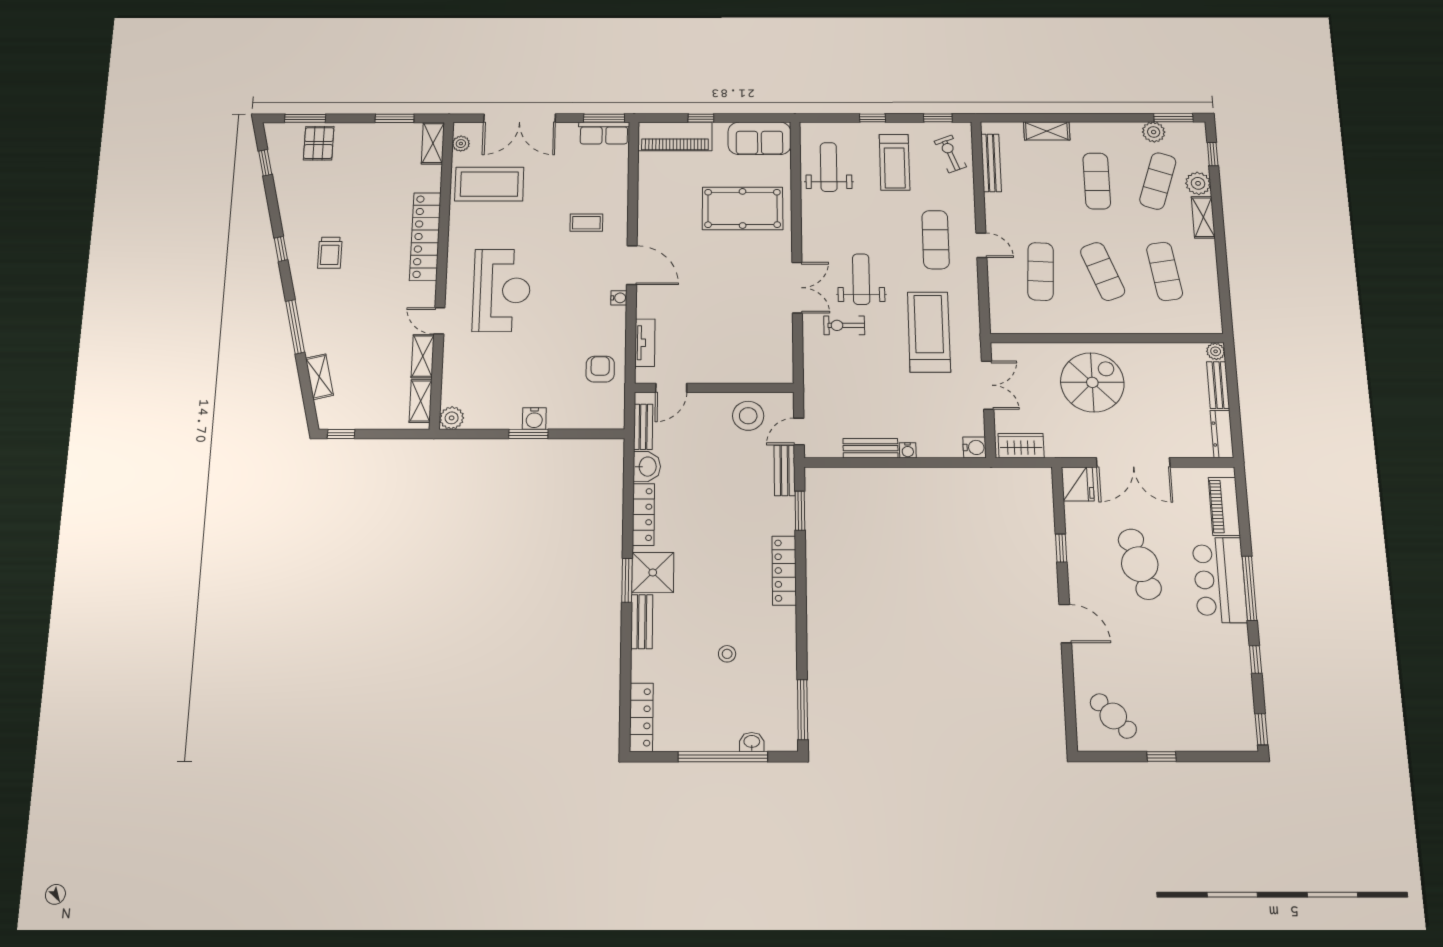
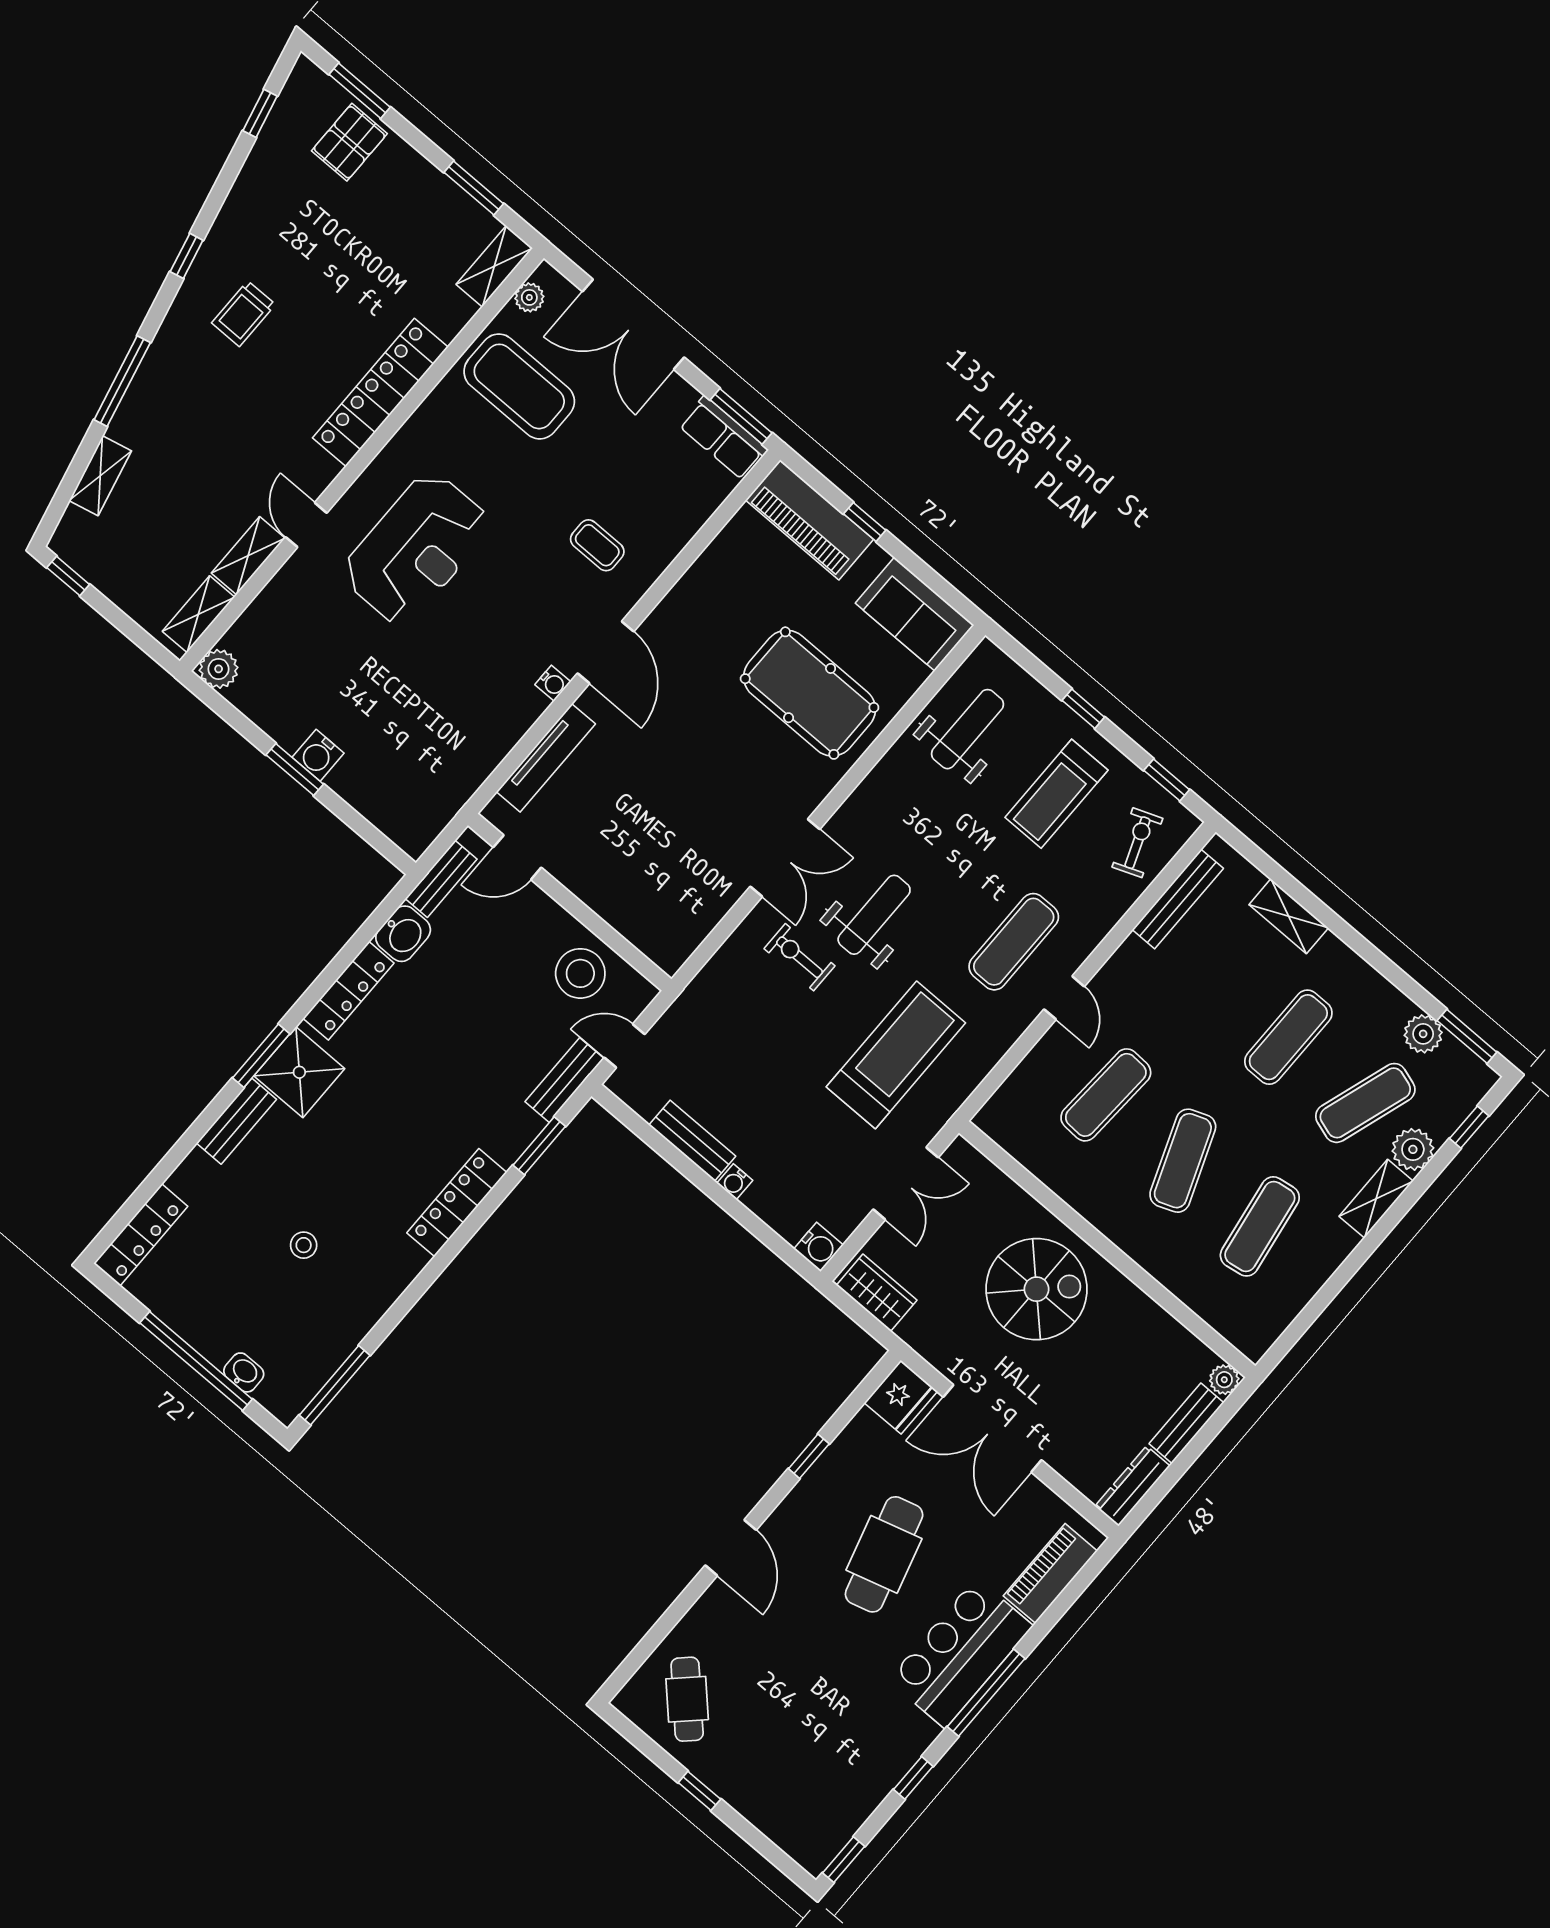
tv unit: (645, 343) -> (546, 758), width x1.41
armchair: (600, 369) -> (451, 759), removed

